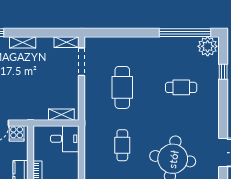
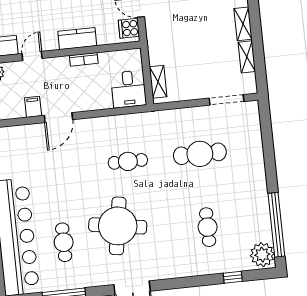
shelving: (67, 42) -> (247, 57), moved

